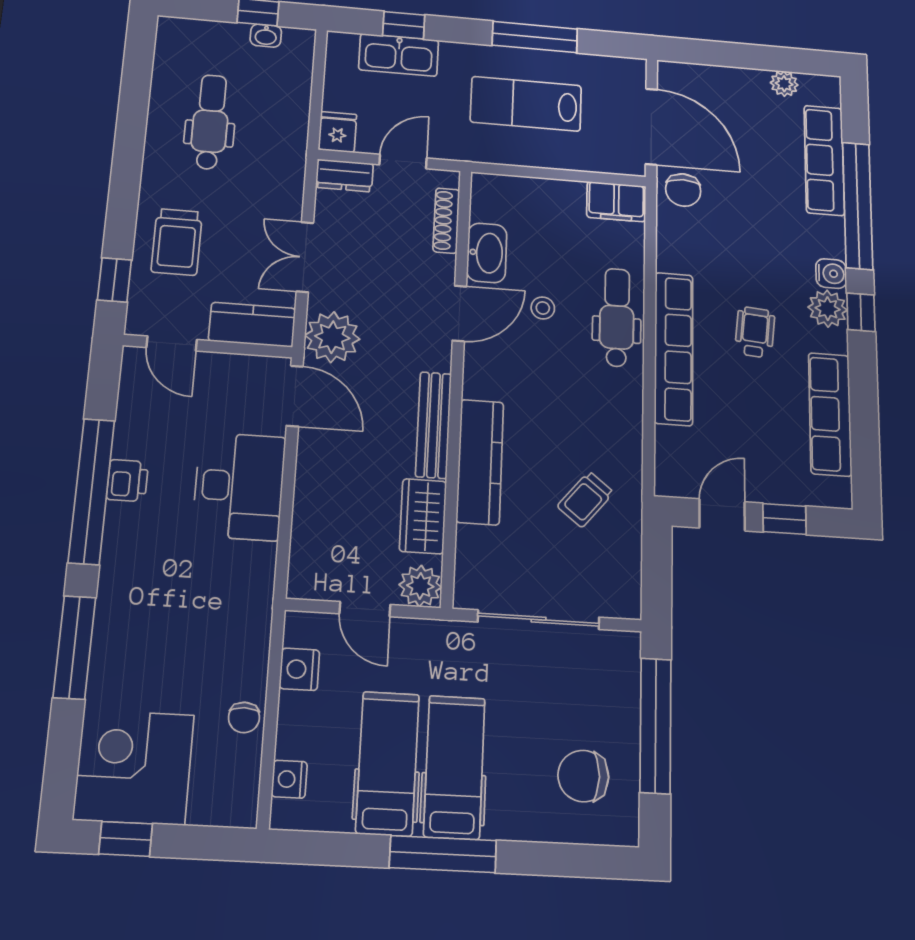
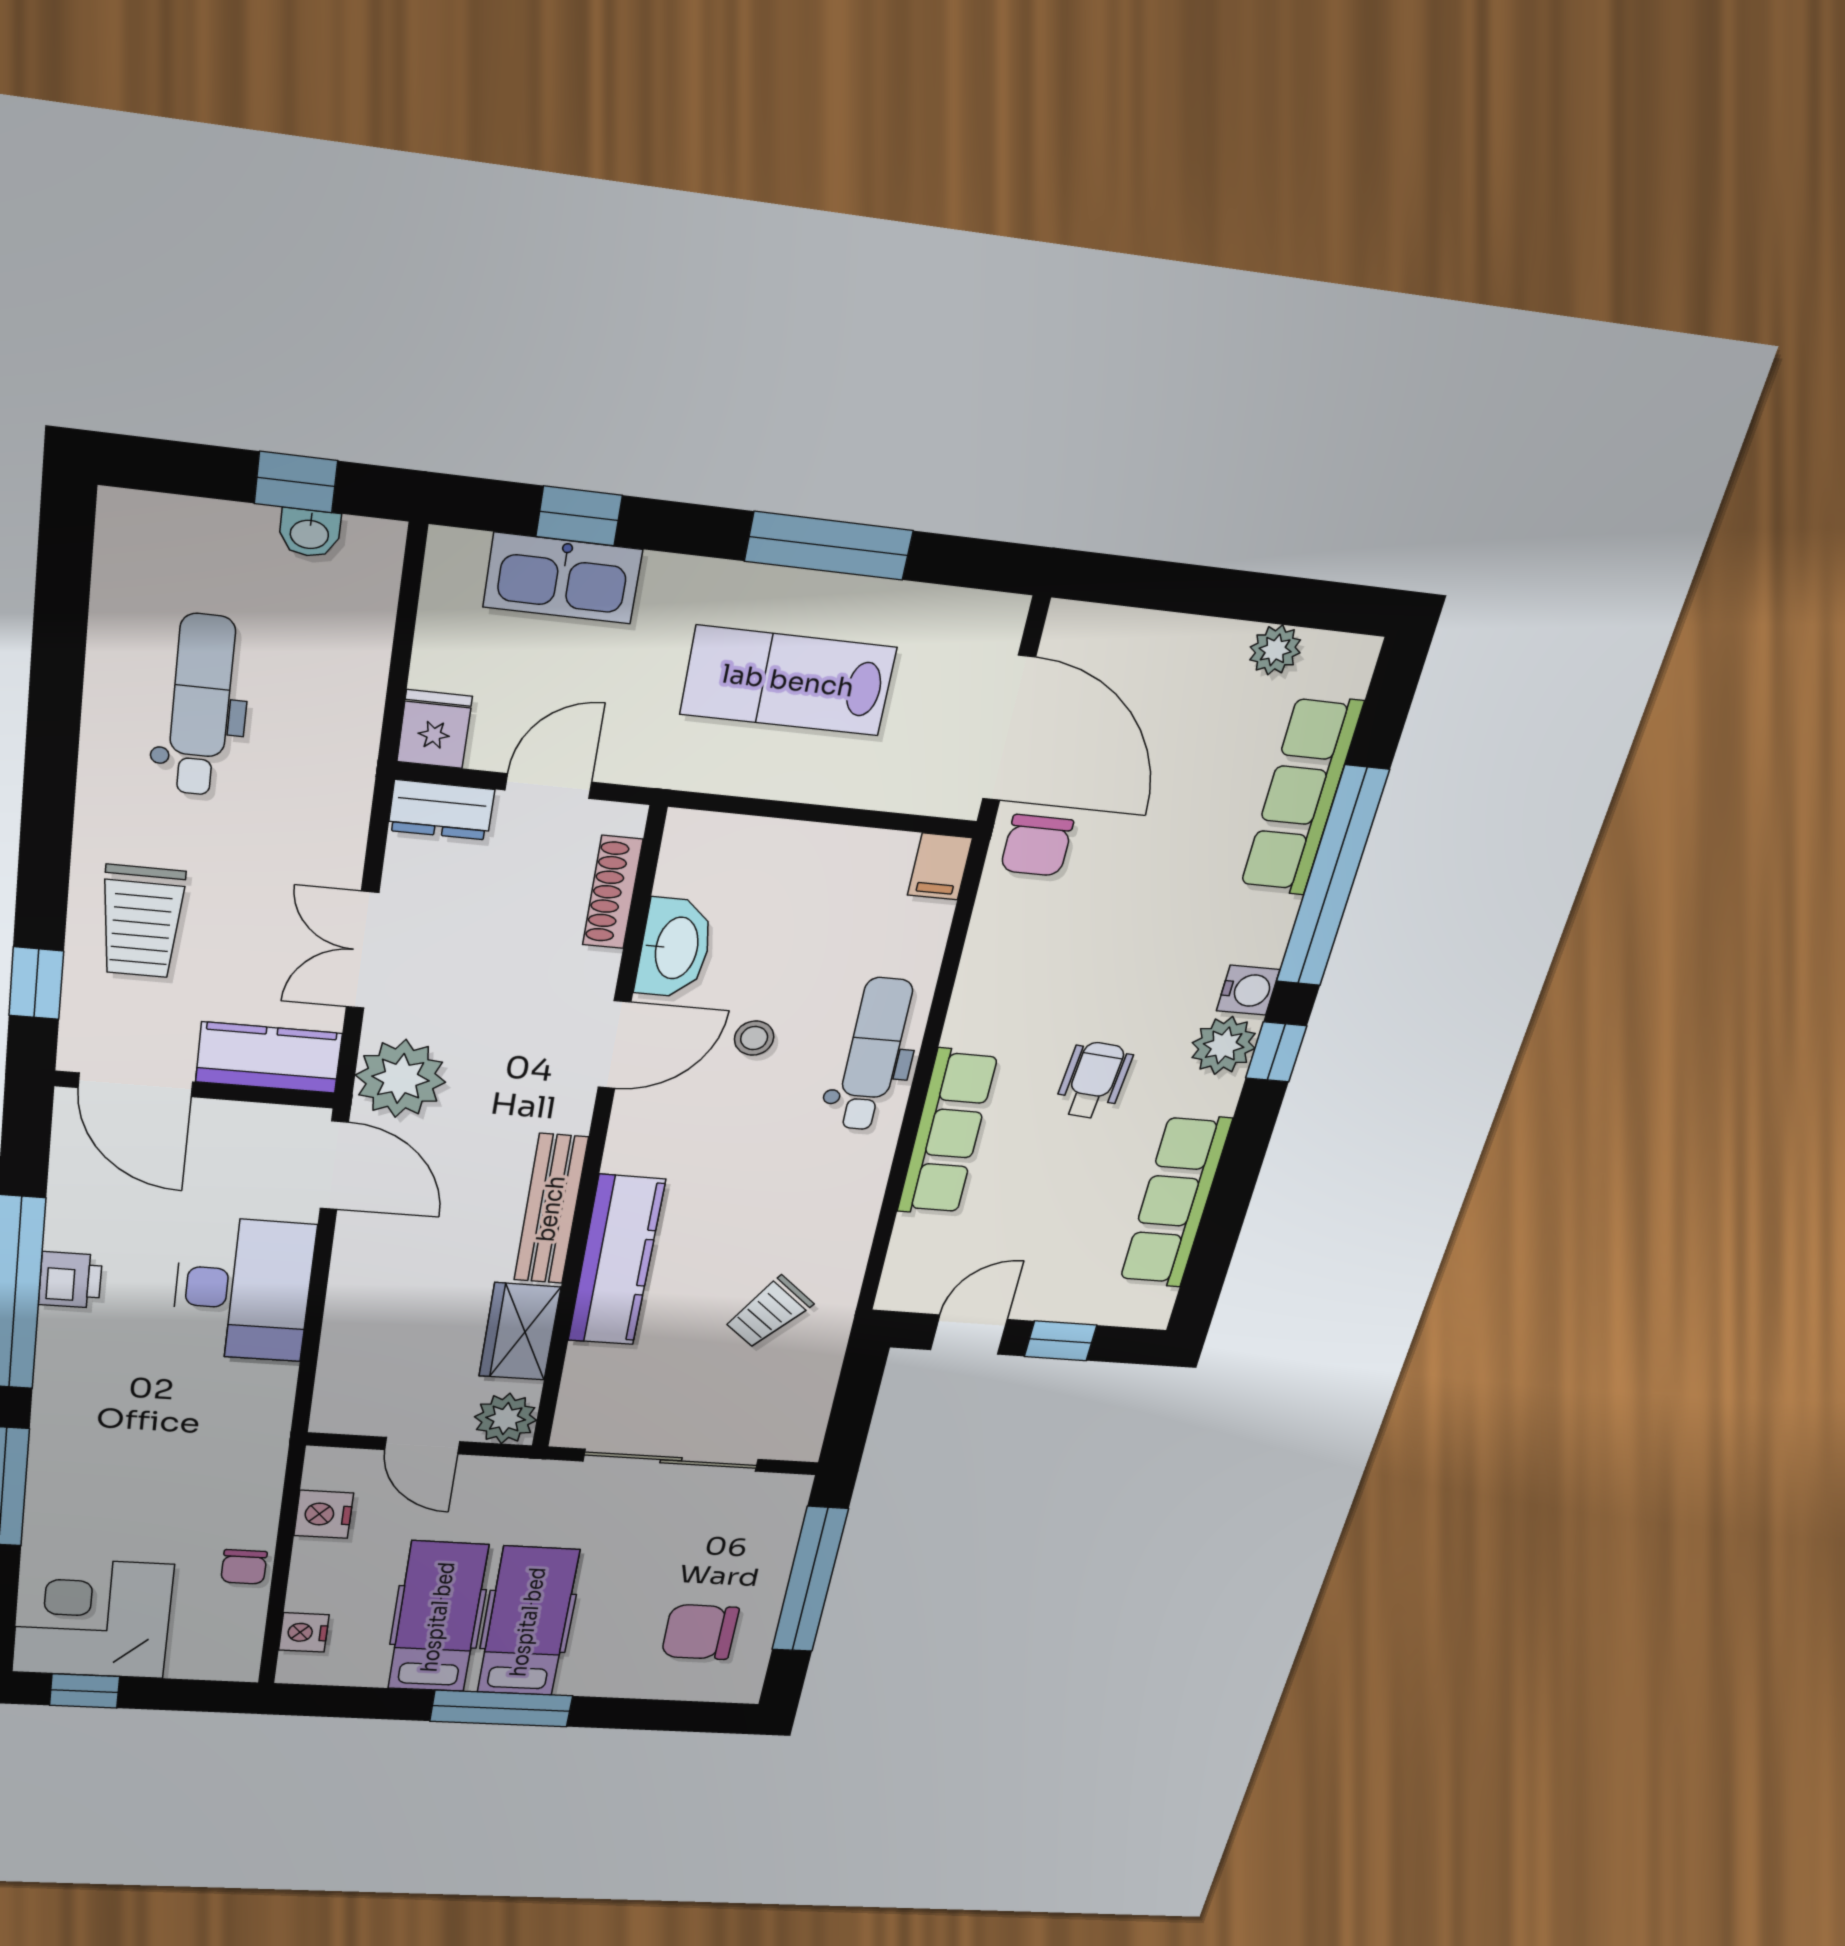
filing cabinet: (616, 202) -> (940, 867), width x0.50
door: (172, 343) -> (135, 1085), width x1.38
row of seats: (674, 348) -> (947, 1133), width x0.73

